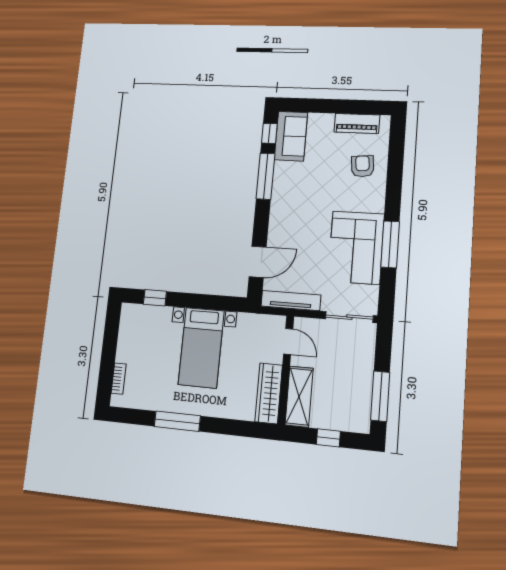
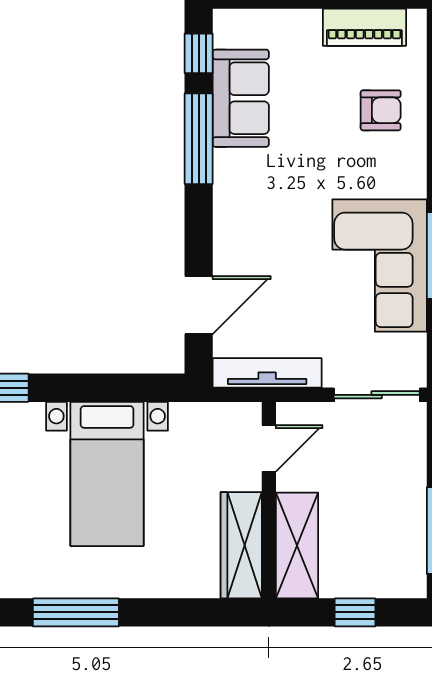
sofa: (291, 136) -> (241, 98), moved
armchair: (363, 166) -> (381, 110), turned 95
door: (288, 341) -> (269, 448), hinge flipped

